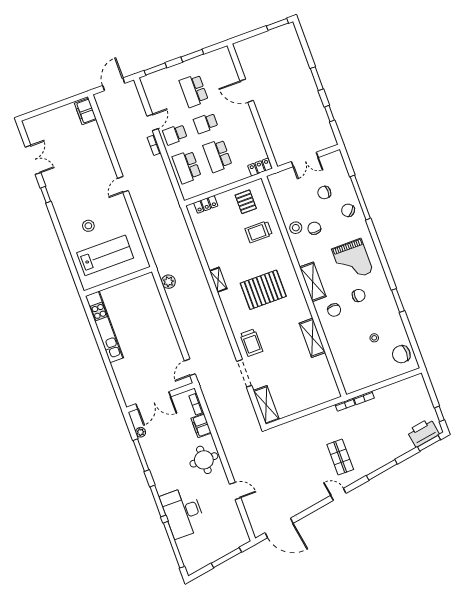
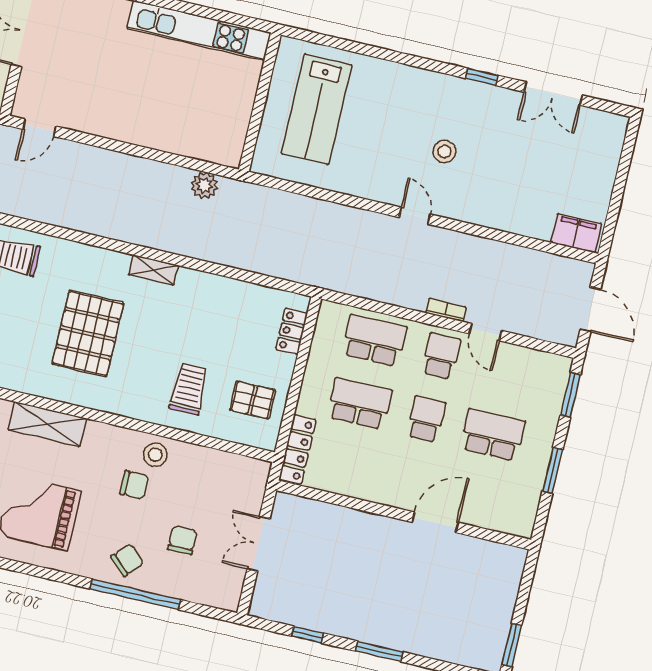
locker: (260, 167) -> (297, 450), width x1.53
stool: (88, 226) -> (444, 151), moved
door: (190, 367) -> (39, 128), swing flipped

